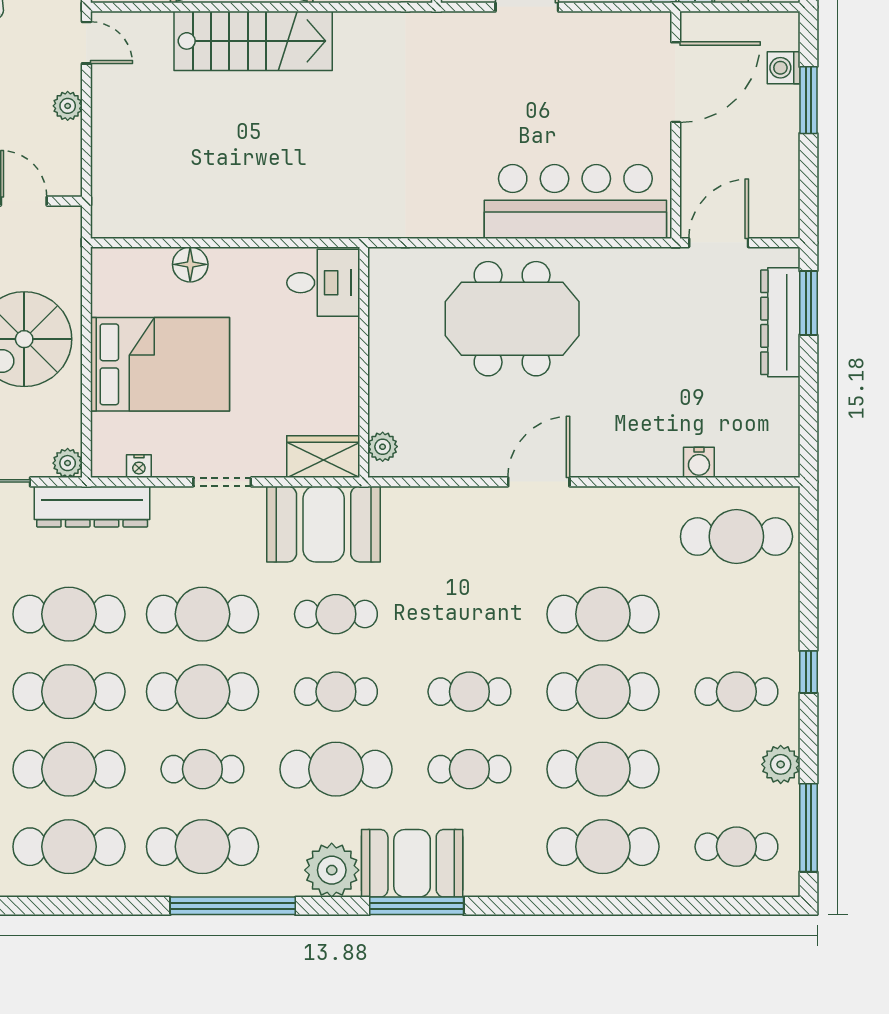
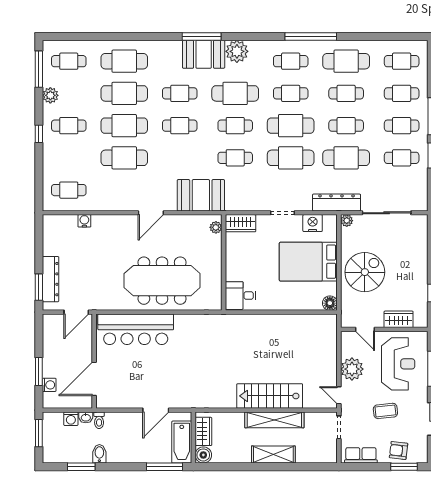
plant: (68, 106) -> (352, 369), width x1.88, depth x1.88
floor lamp: (190, 264) -> (330, 303), moved
meeting table: (512, 319) -> (162, 281), width x1.36
nightstand: (139, 466) -> (313, 223), width x1.89, depth x1.79
booth: (324, 524) -> (201, 195), moved
cafe table: (736, 537) -> (69, 190), width x0.73, depth x0.74
cafe table: (69, 692) -> (346, 126), width x0.73, depth x0.74
cafe table: (69, 769) -> (346, 93), width x0.73, depth x0.74
cafe table: (202, 847) -> (291, 61), width x0.73, depth x0.74
window: (233, 906) -> (311, 37), moved

